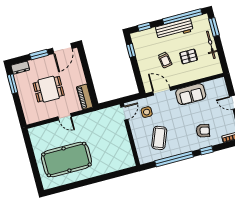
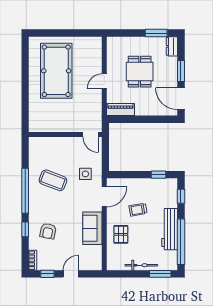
pallet: (189, 56) -> (121, 234), moved
door: (124, 113) -> (91, 135), moved
wall: (130, 135) -> (65, 135), moved

